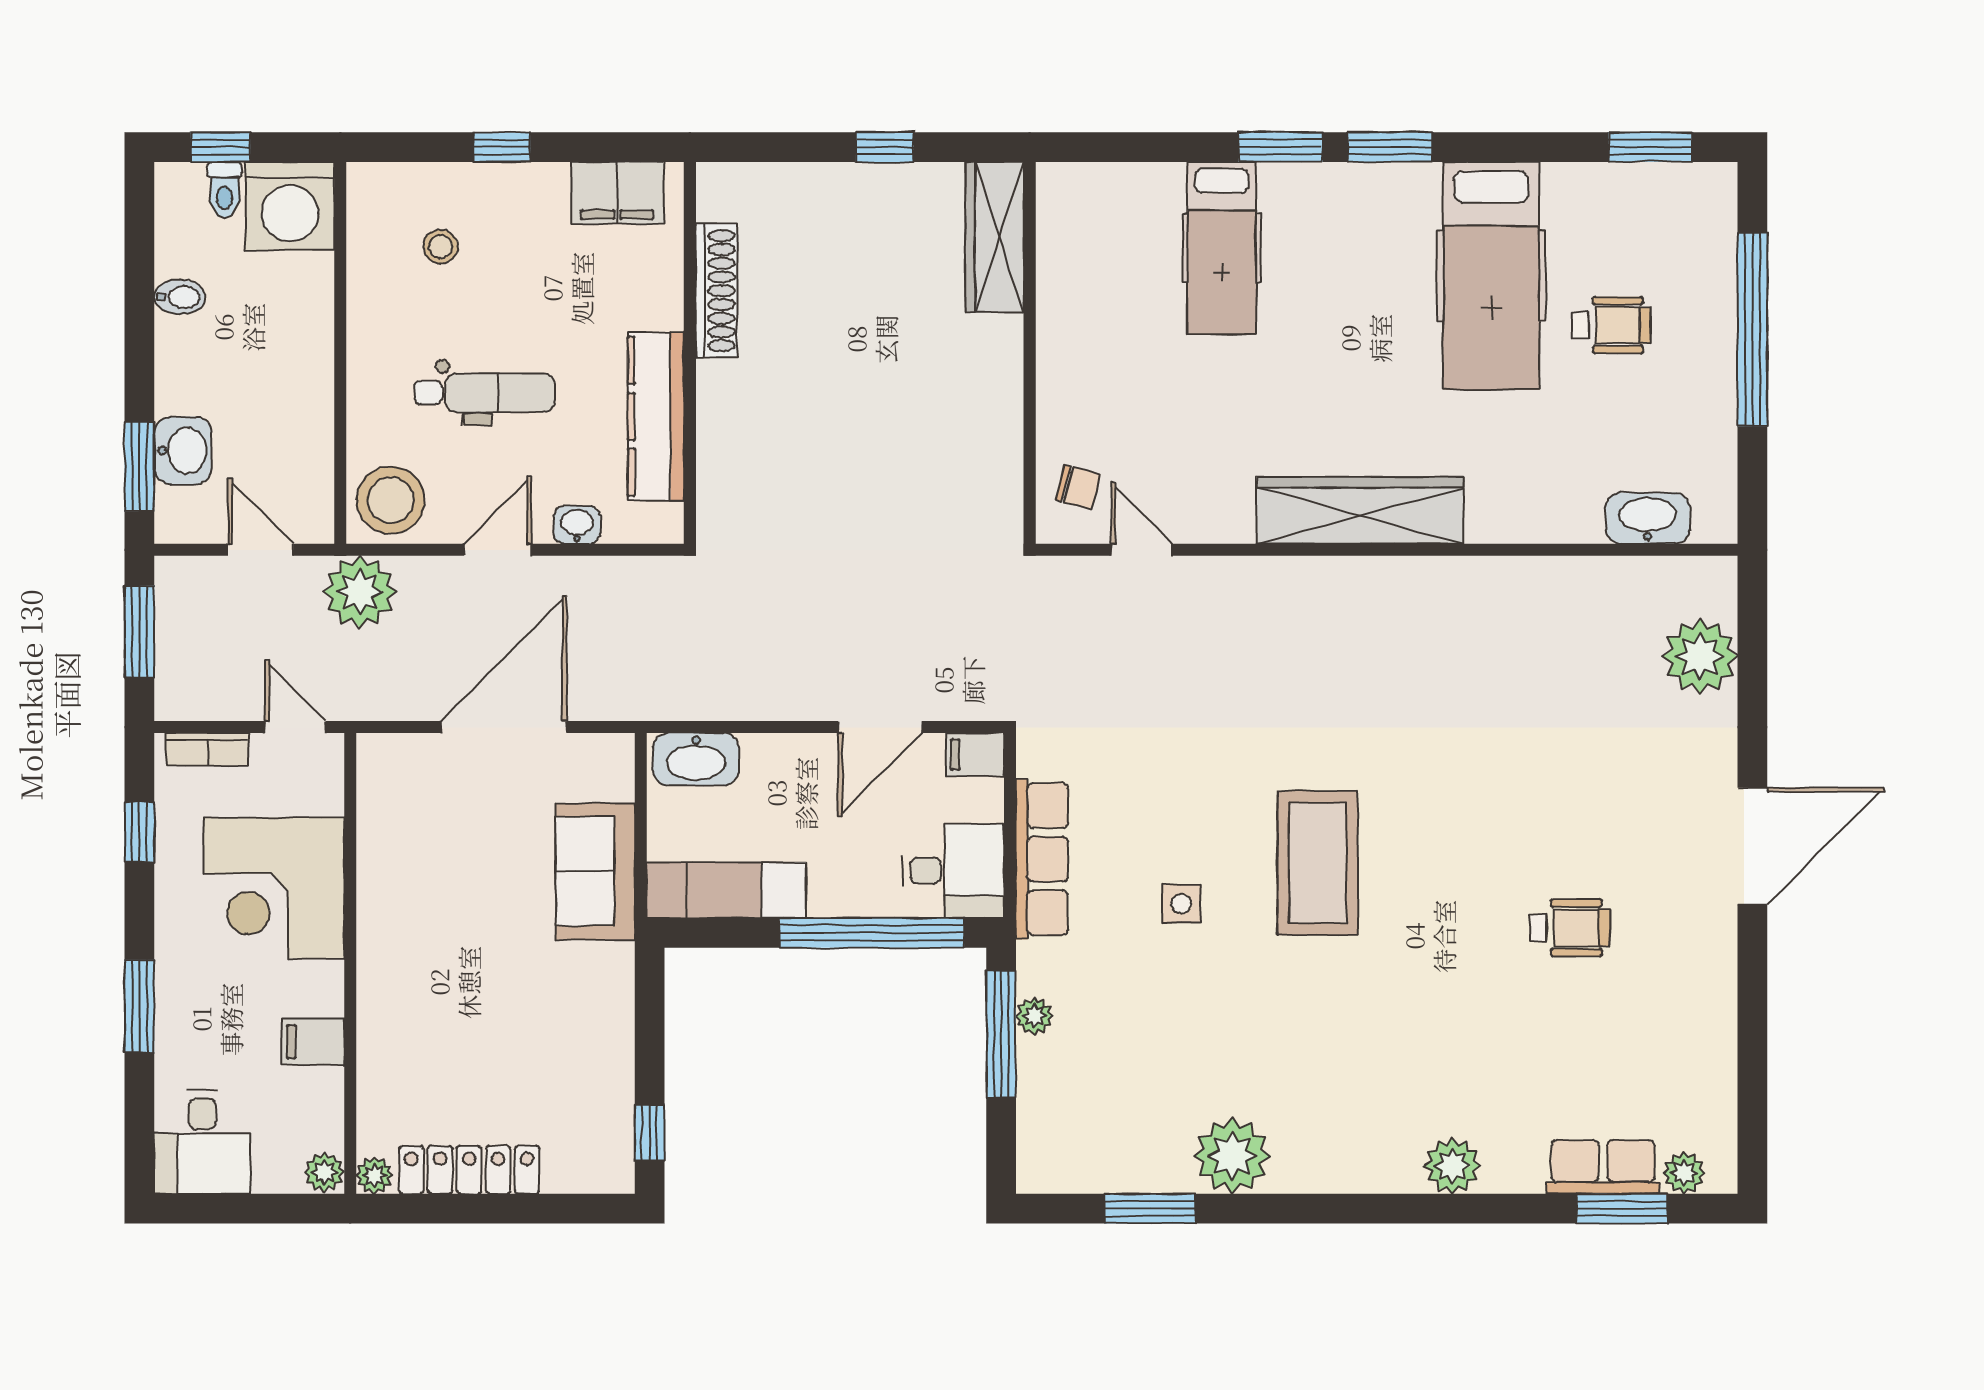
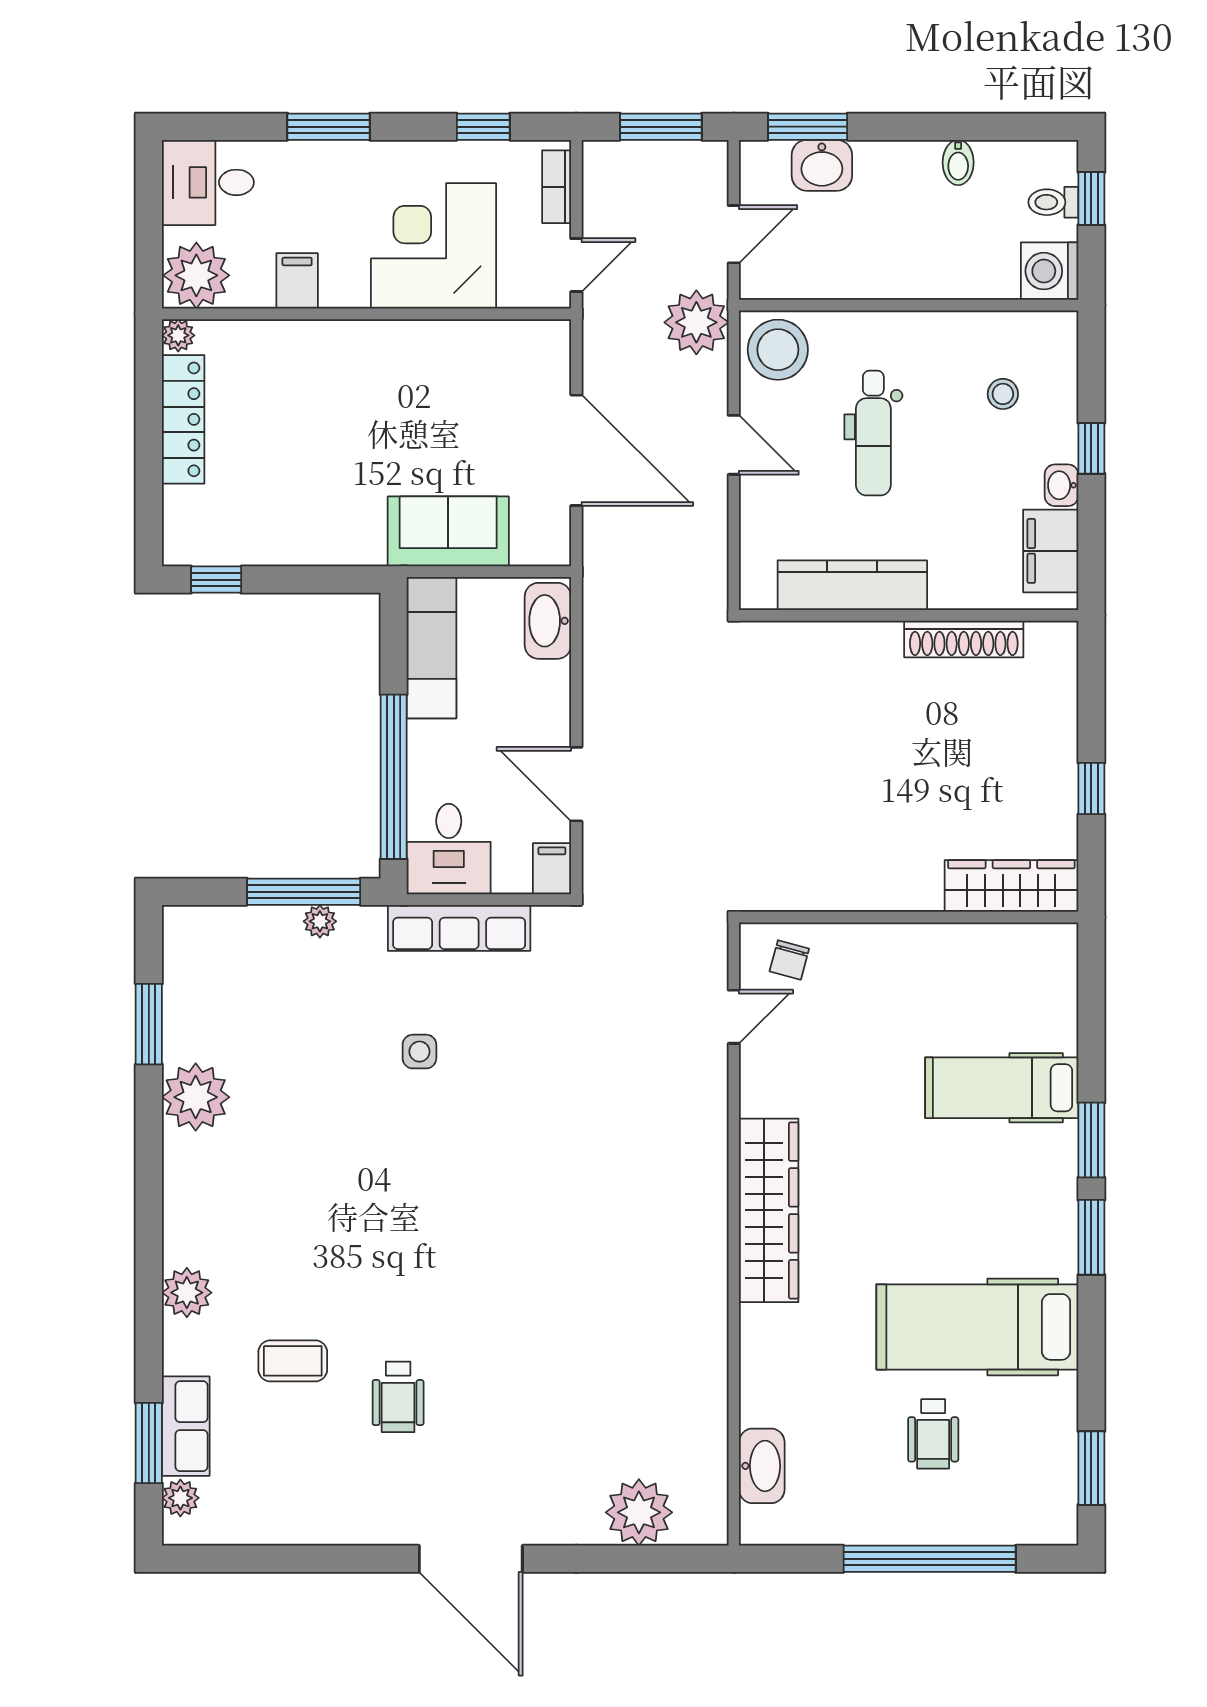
washing machine: (290, 206) -> (1050, 271), width x0.73, depth x0.73
washbasin: (577, 525) -> (1061, 485), moved, turned 180
coffee table: (1318, 863) -> (293, 1361), moved, width x0.54, depth x0.58
plant: (324, 1172) -> (196, 275), width x1.87, depth x1.87

